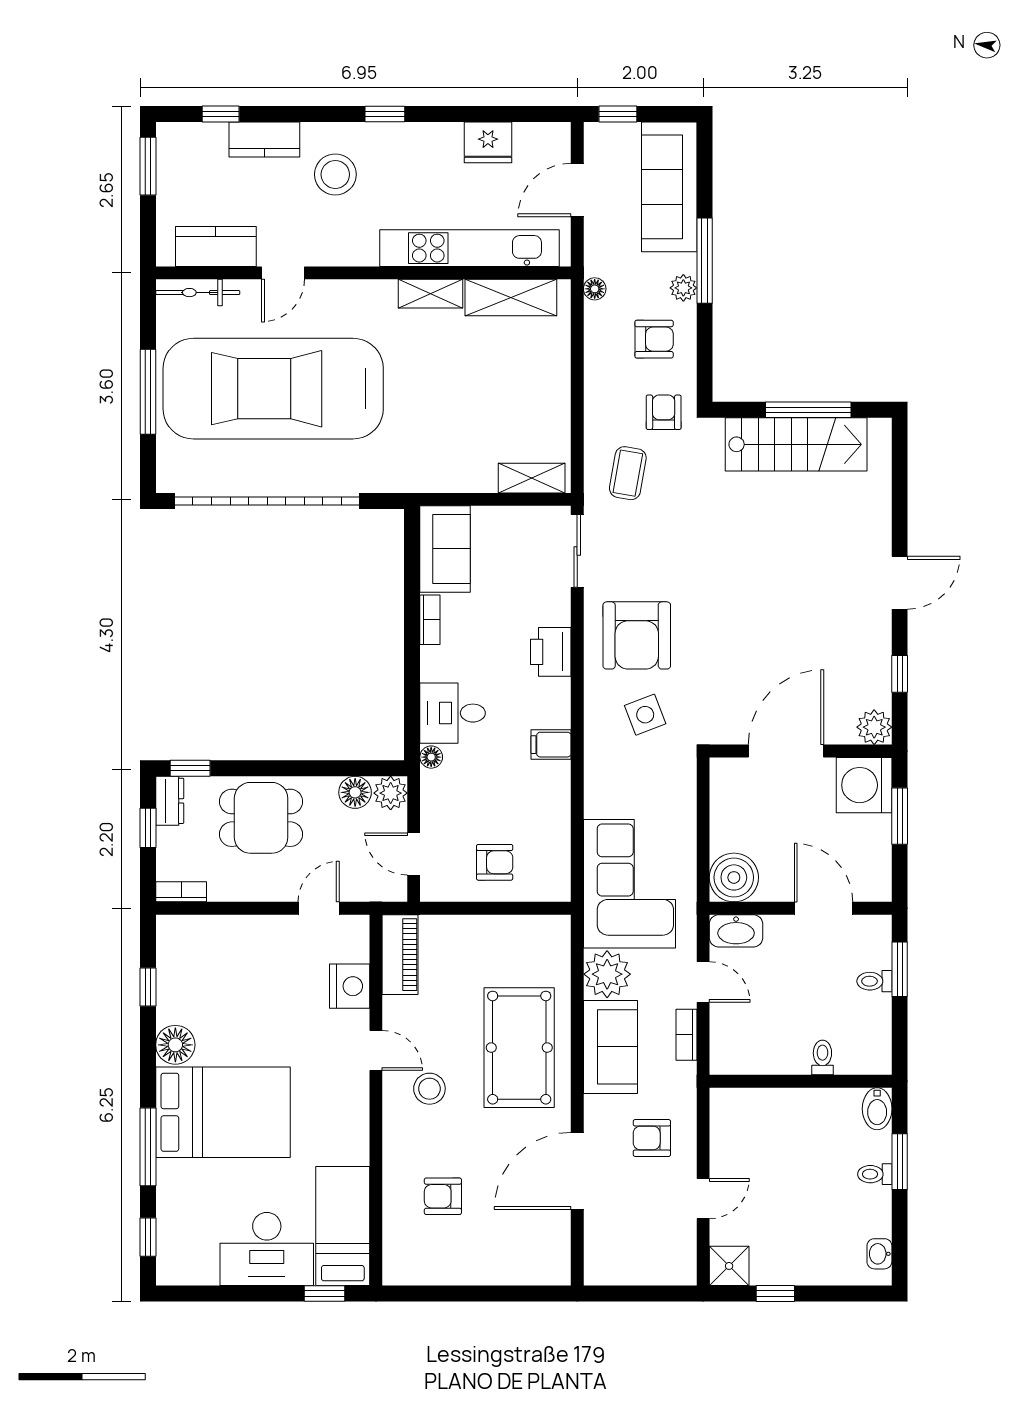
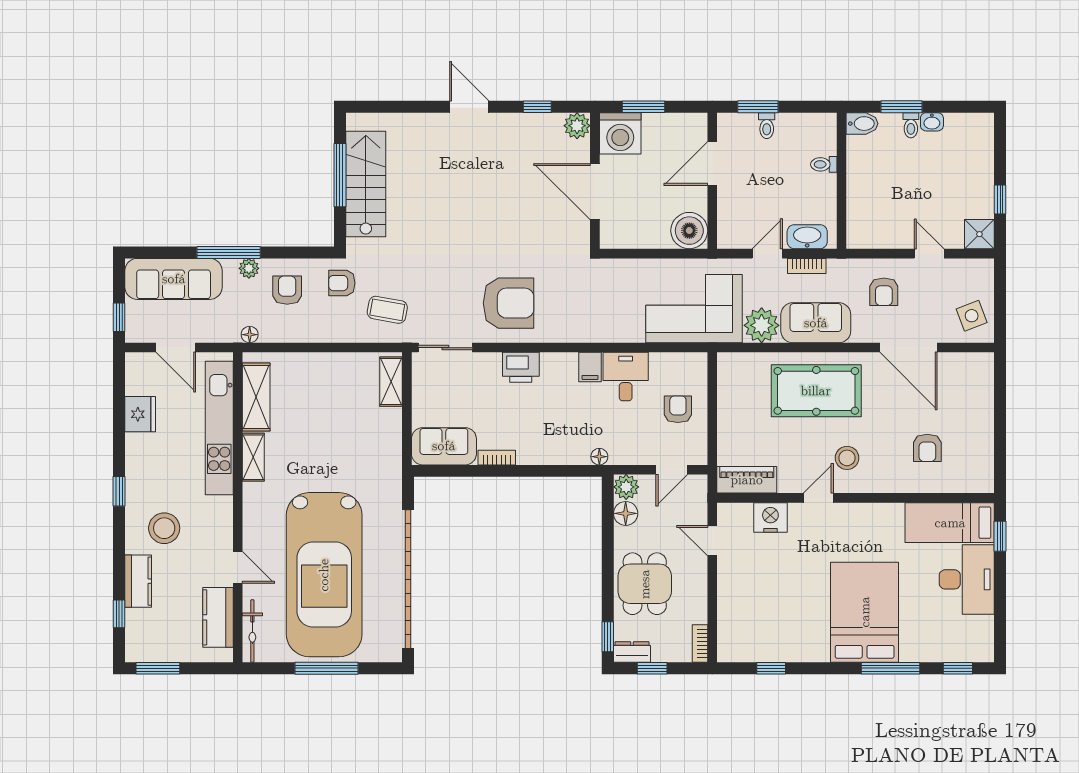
desk: (453, 713) -> (626, 377), moved, turned 180
side table: (645, 715) -> (972, 316), moved
washbasin: (736, 931) -> (807, 237), moved, turned -90
floor lamp: (175, 1045) -> (814, 648), removed
washbasin: (879, 1254) -> (932, 122), moved

